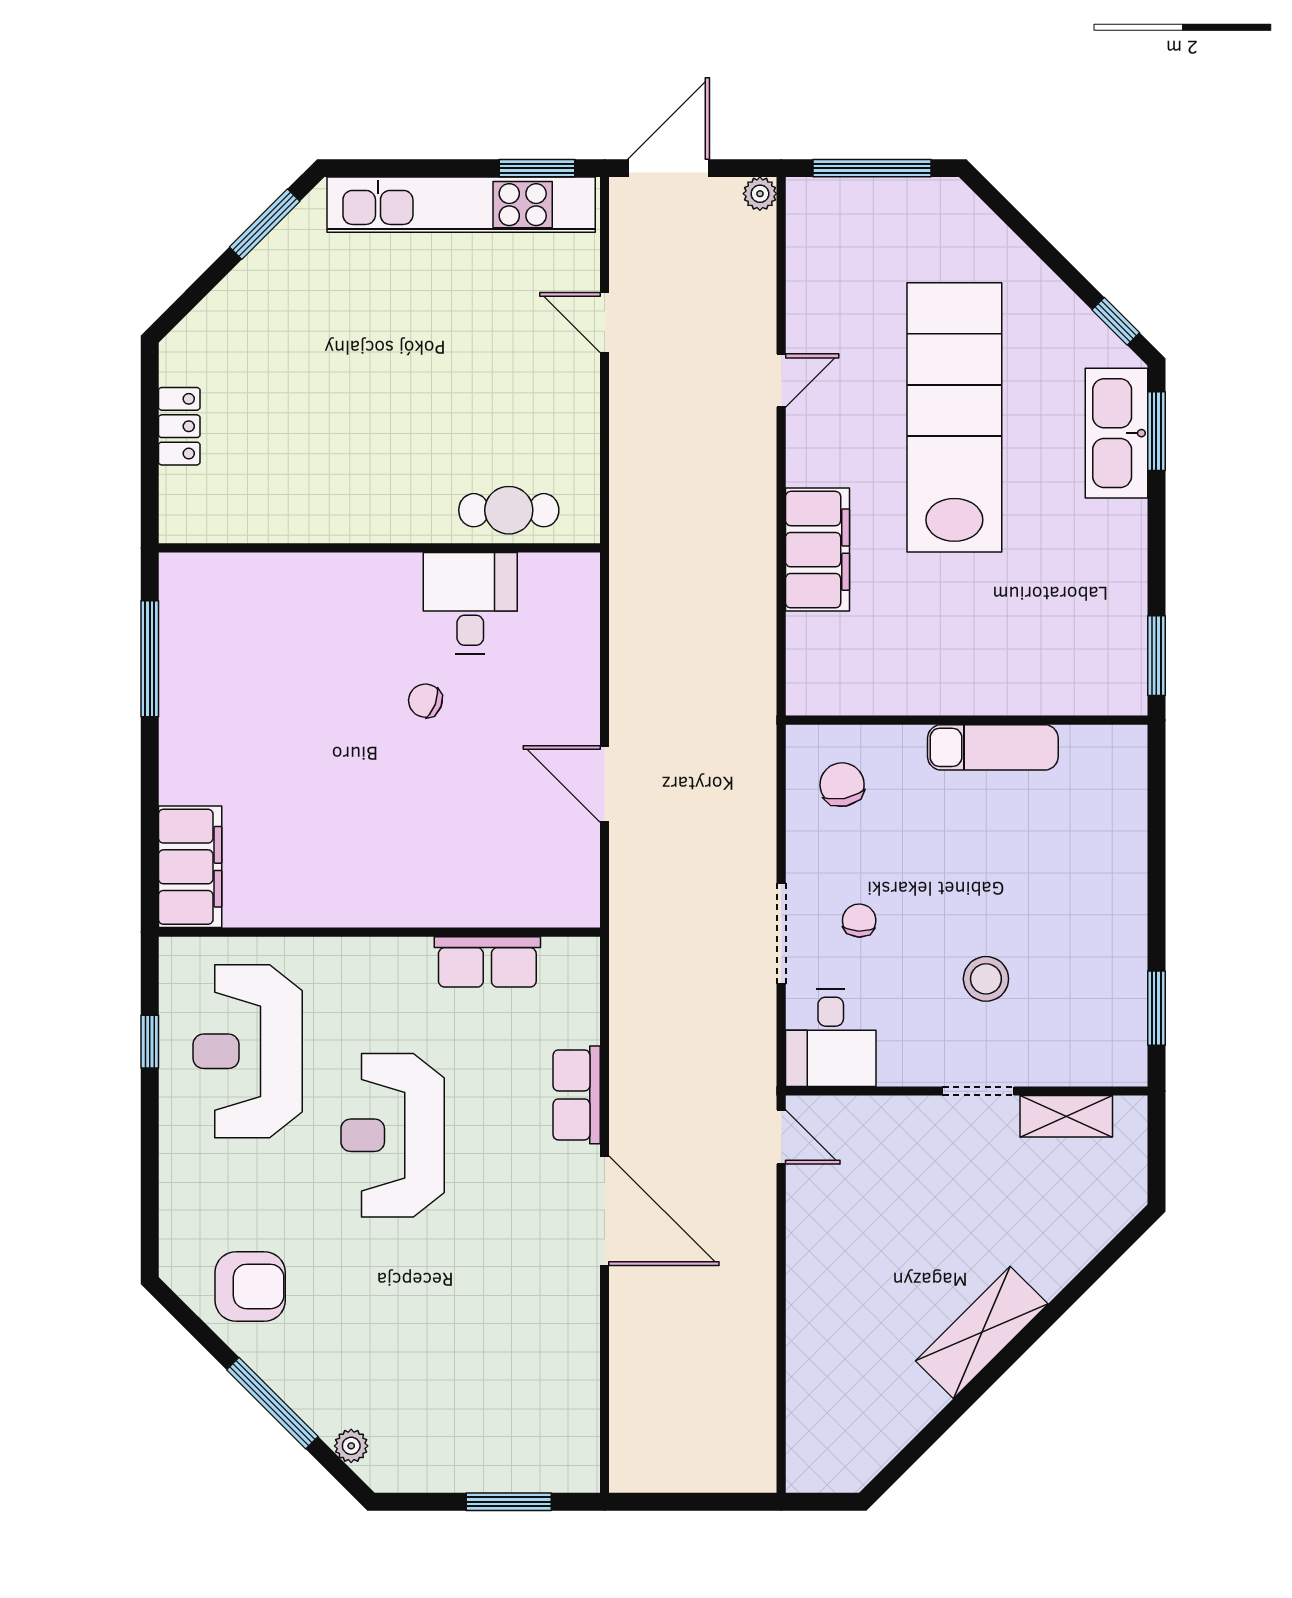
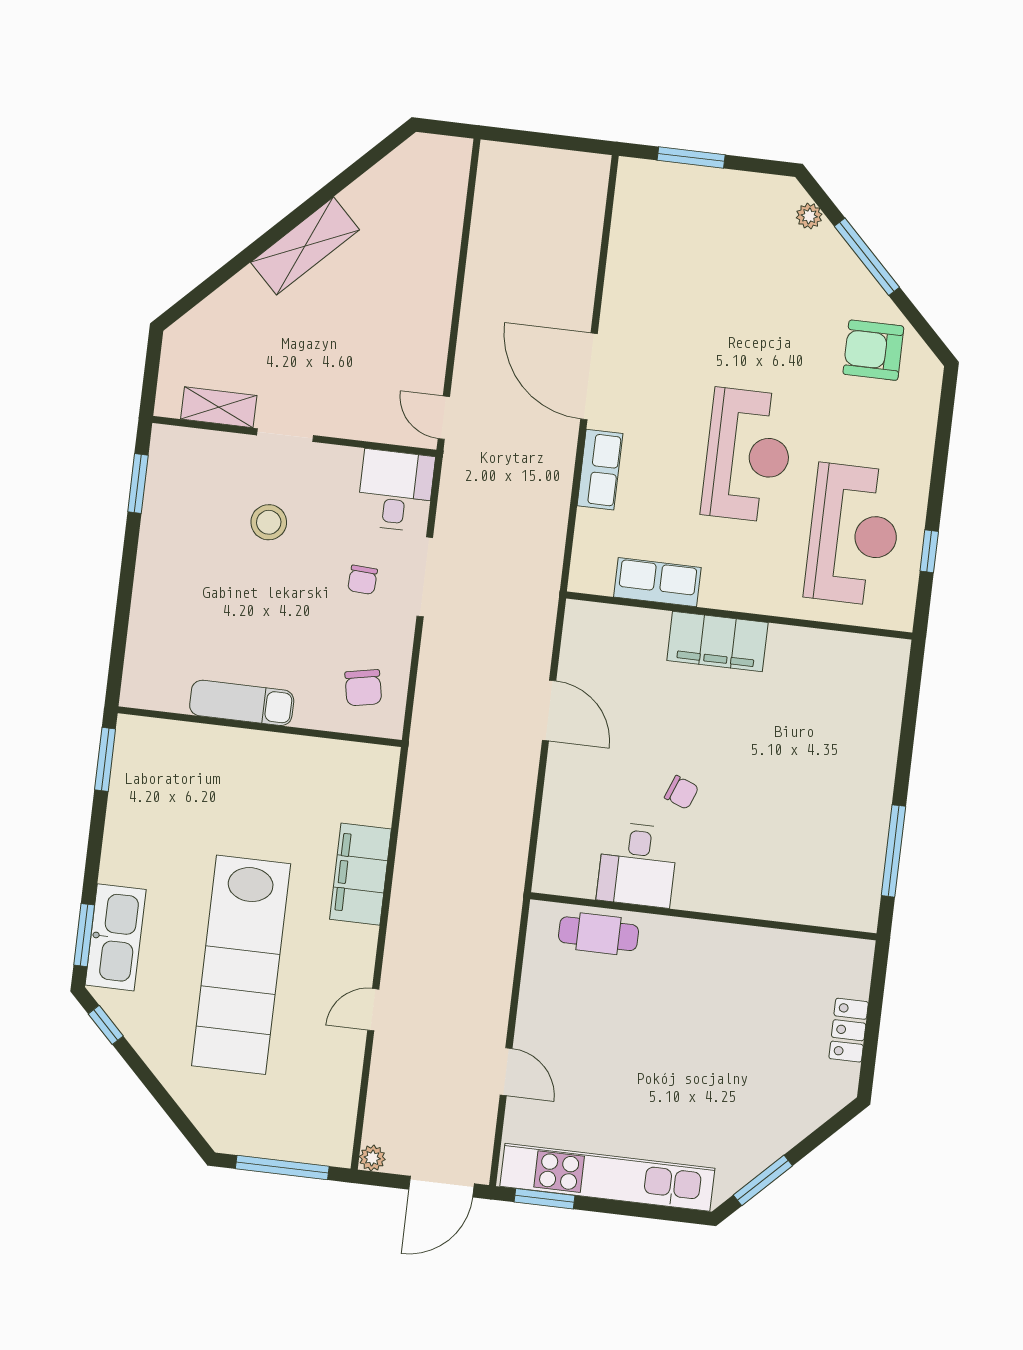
filing cabinet: (190, 867) -> (717, 641), moved, turned -90

